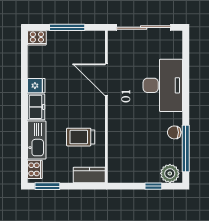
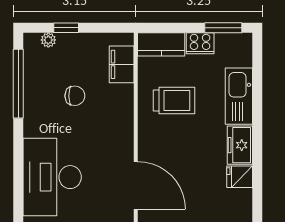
chair: (174, 132) -> (75, 96), moved
filing cabinet: (116, 161) -> (122, 64), added
cooker: (35, 169) -> (200, 43), moved, turned -90
plant: (170, 173) -> (48, 40), width x0.53, depth x0.53

